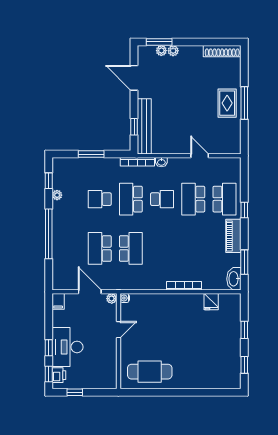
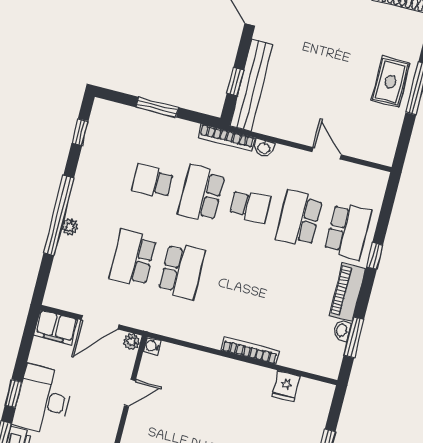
plant: (57, 195) -> (70, 227), moved
washbasin: (234, 279) -> (342, 331), moved, width x0.52, depth x0.69
door: (90, 292) -> (100, 322), swing flipped
filing cabinet: (58, 301) -> (56, 327), width x2.00

